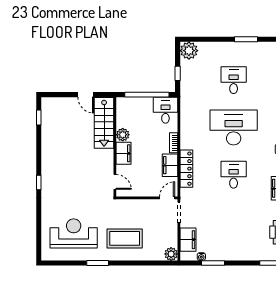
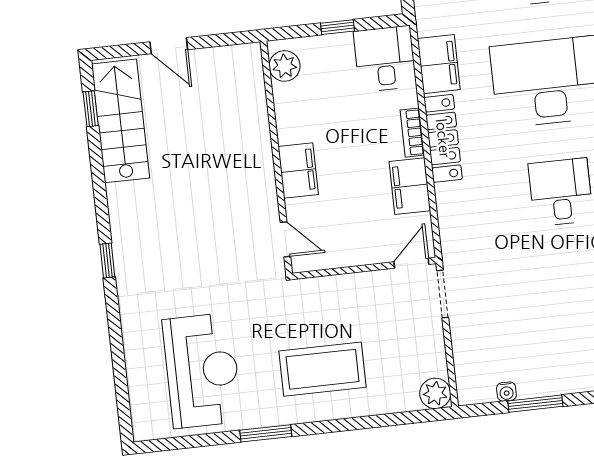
door: (86, 95) -> (169, 46), moved
window: (147, 95) -> (337, 27), width x0.32
stairs: (104, 123) -> (121, 121), moved, turned 180
plant: (123, 135) -> (285, 66), moved
locker: (186, 169) -> (443, 138), moved
reception desk: (74, 233) -> (202, 371), turned 90
filing cabinet: (188, 240) -> (439, 64), moved

